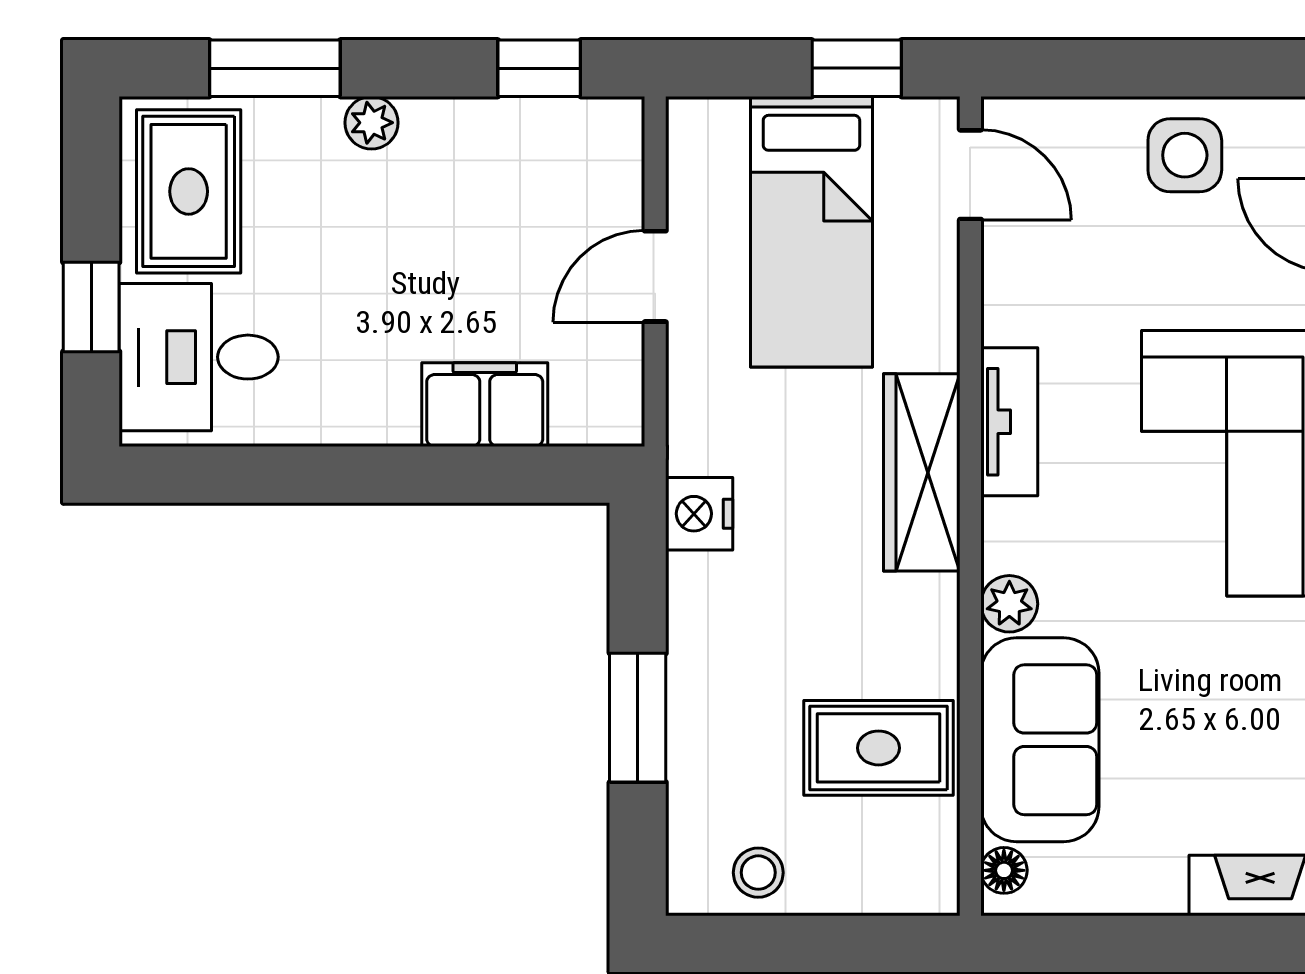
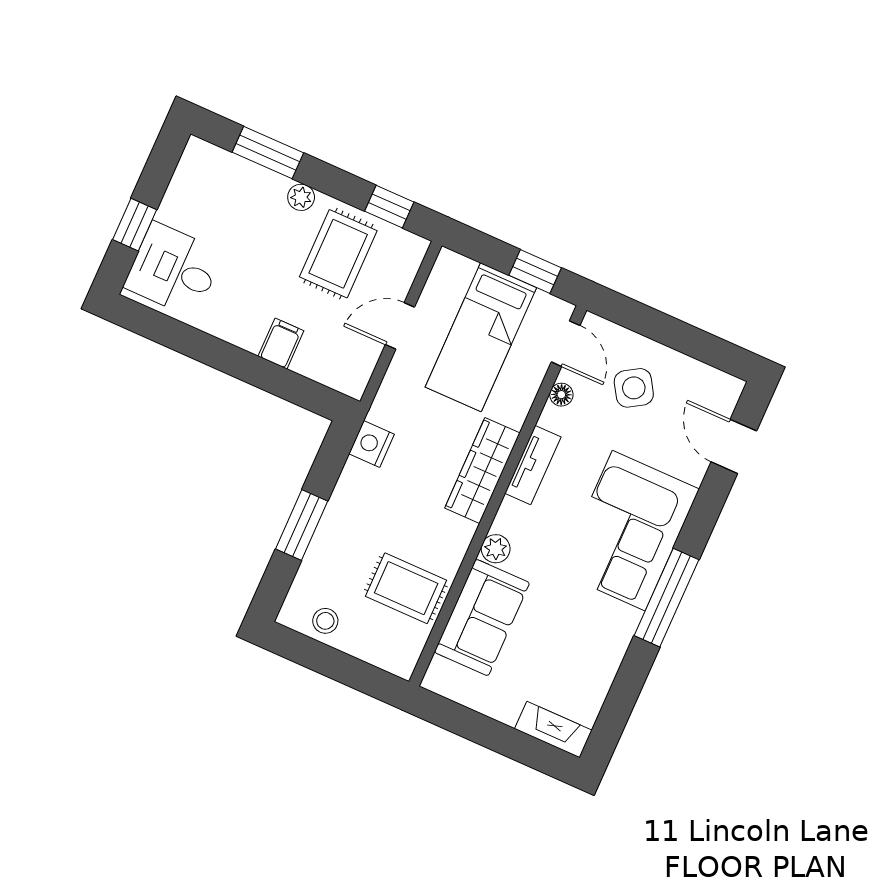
side table: (1185, 155) -> (634, 388), moved, turned -32
rug: (189, 191) -> (338, 254), moved
filing cabinet: (485, 405) -> (281, 344), width x0.50
floor lamp: (1004, 870) -> (561, 395), moved

